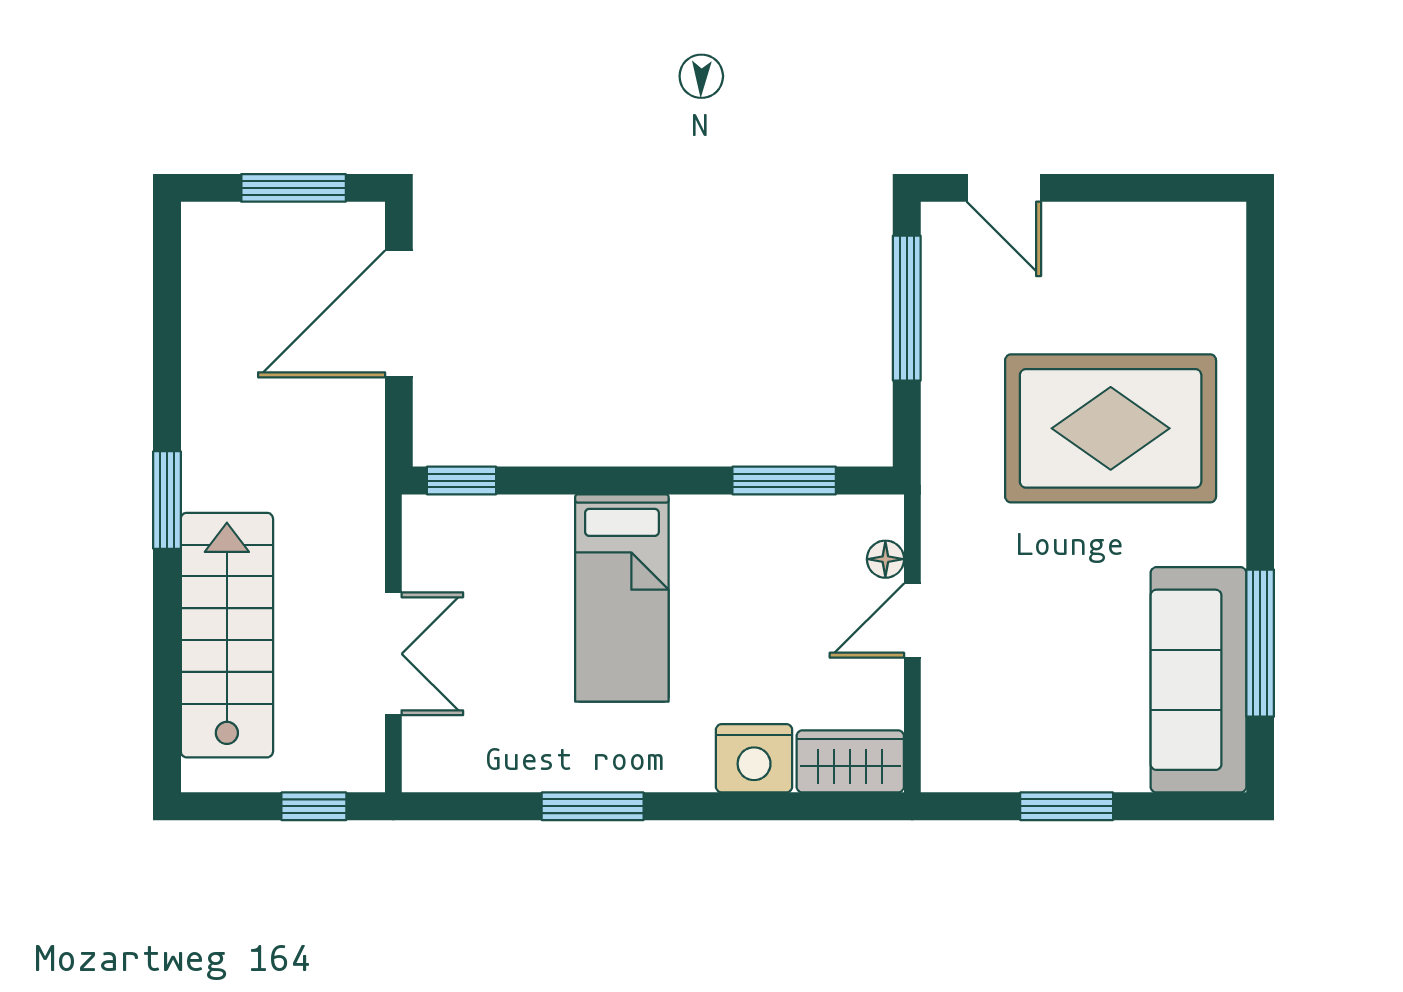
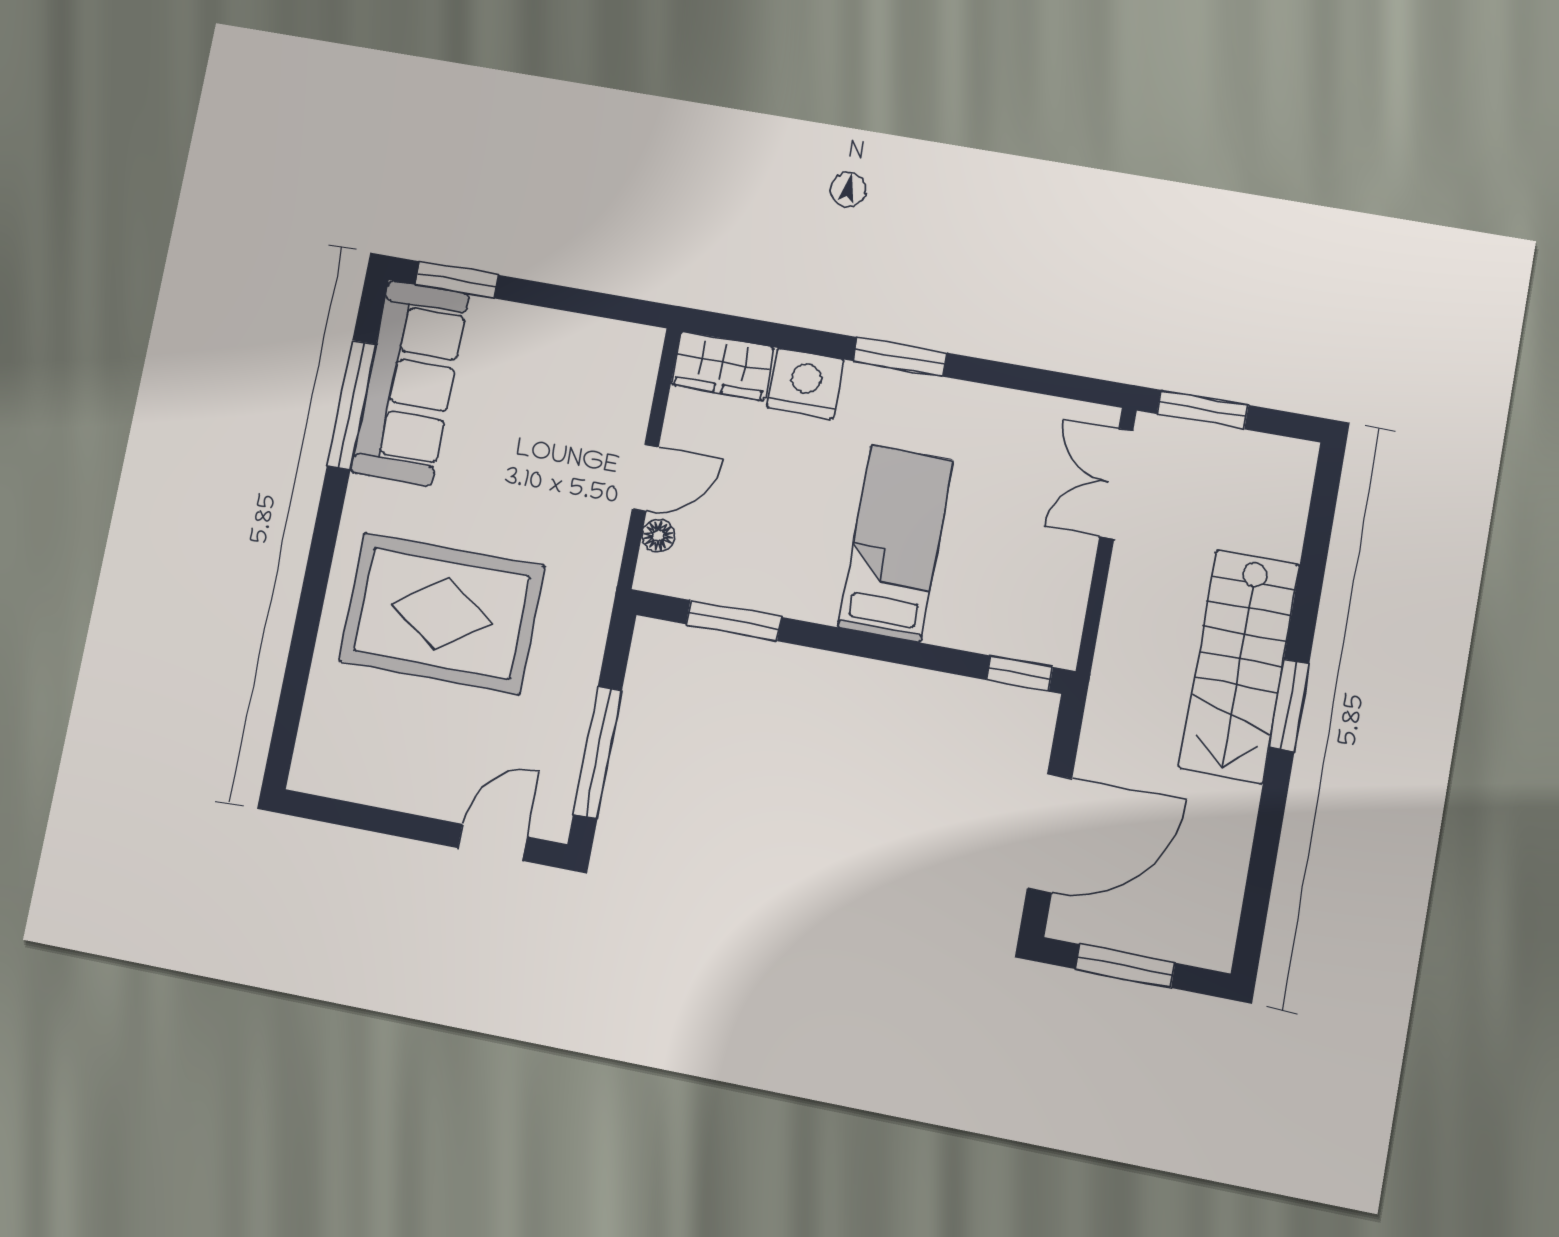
door: (1004, 188) -> (492, 842), hinge flipped
stairs: (227, 635) -> (1239, 666), moved
double door: (393, 654) -> (1116, 484), moved
window: (314, 806) -> (1203, 410), width x1.50
window: (593, 806) -> (900, 357), moved
window: (1067, 806) -> (457, 280), moved

